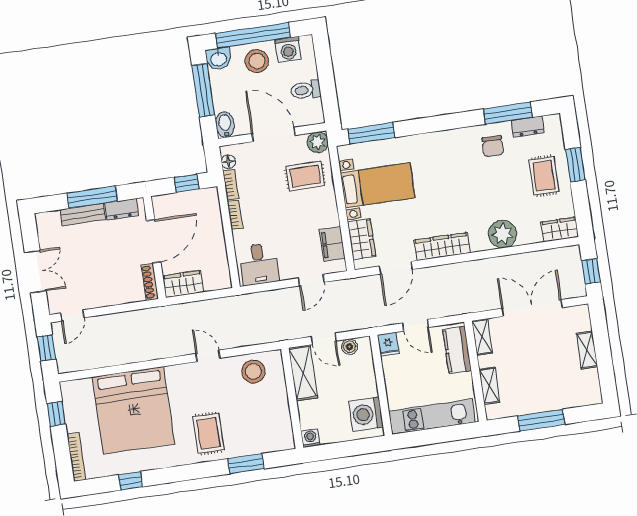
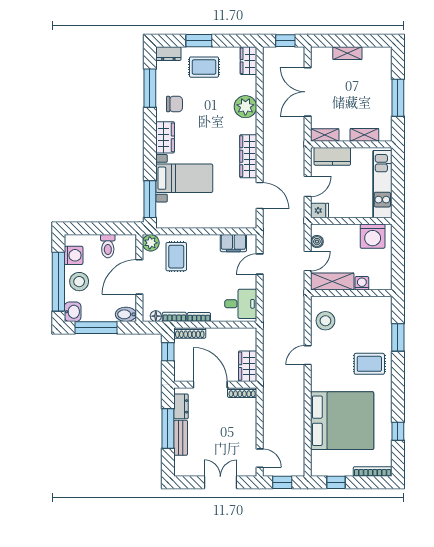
dresser: (527, 127) -> (168, 54), moved, turned 90
bed with nightstands: (378, 185) -> (184, 178), moved, turned 90
shoe rack: (214, 207) -> (190, 333), added
wardrobe: (362, 239) -> (165, 137), moved, turned 90
door: (311, 280) -> (260, 264), swing flipped
washing machine: (310, 438) -> (362, 283), moved, turned 90

